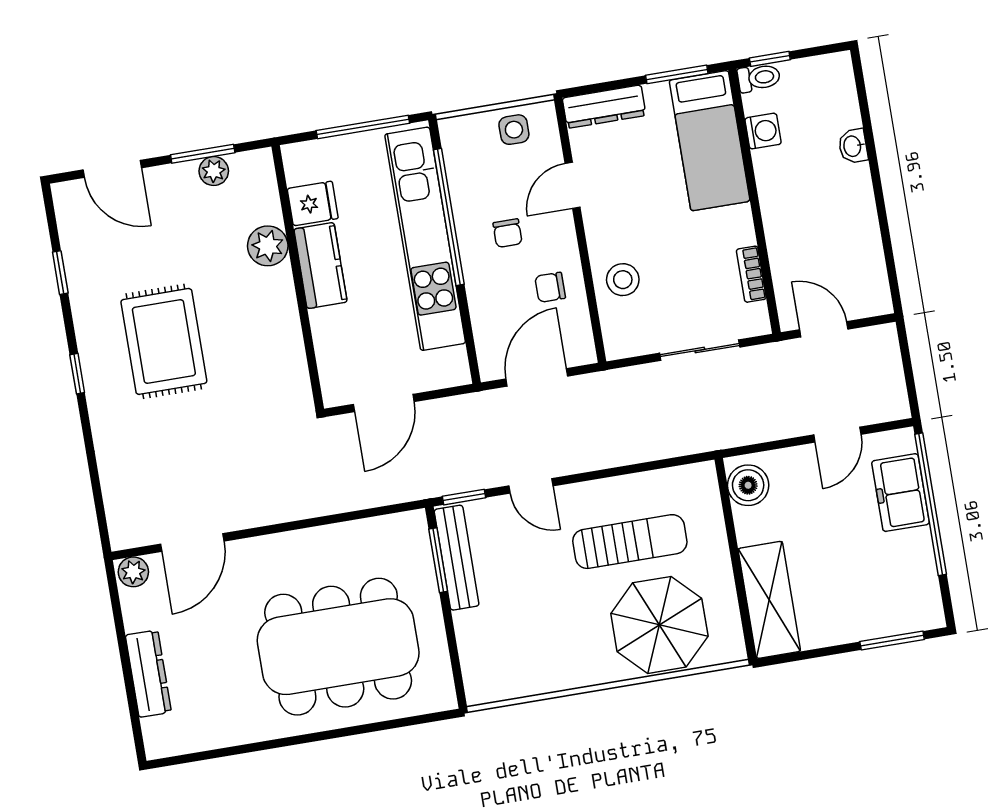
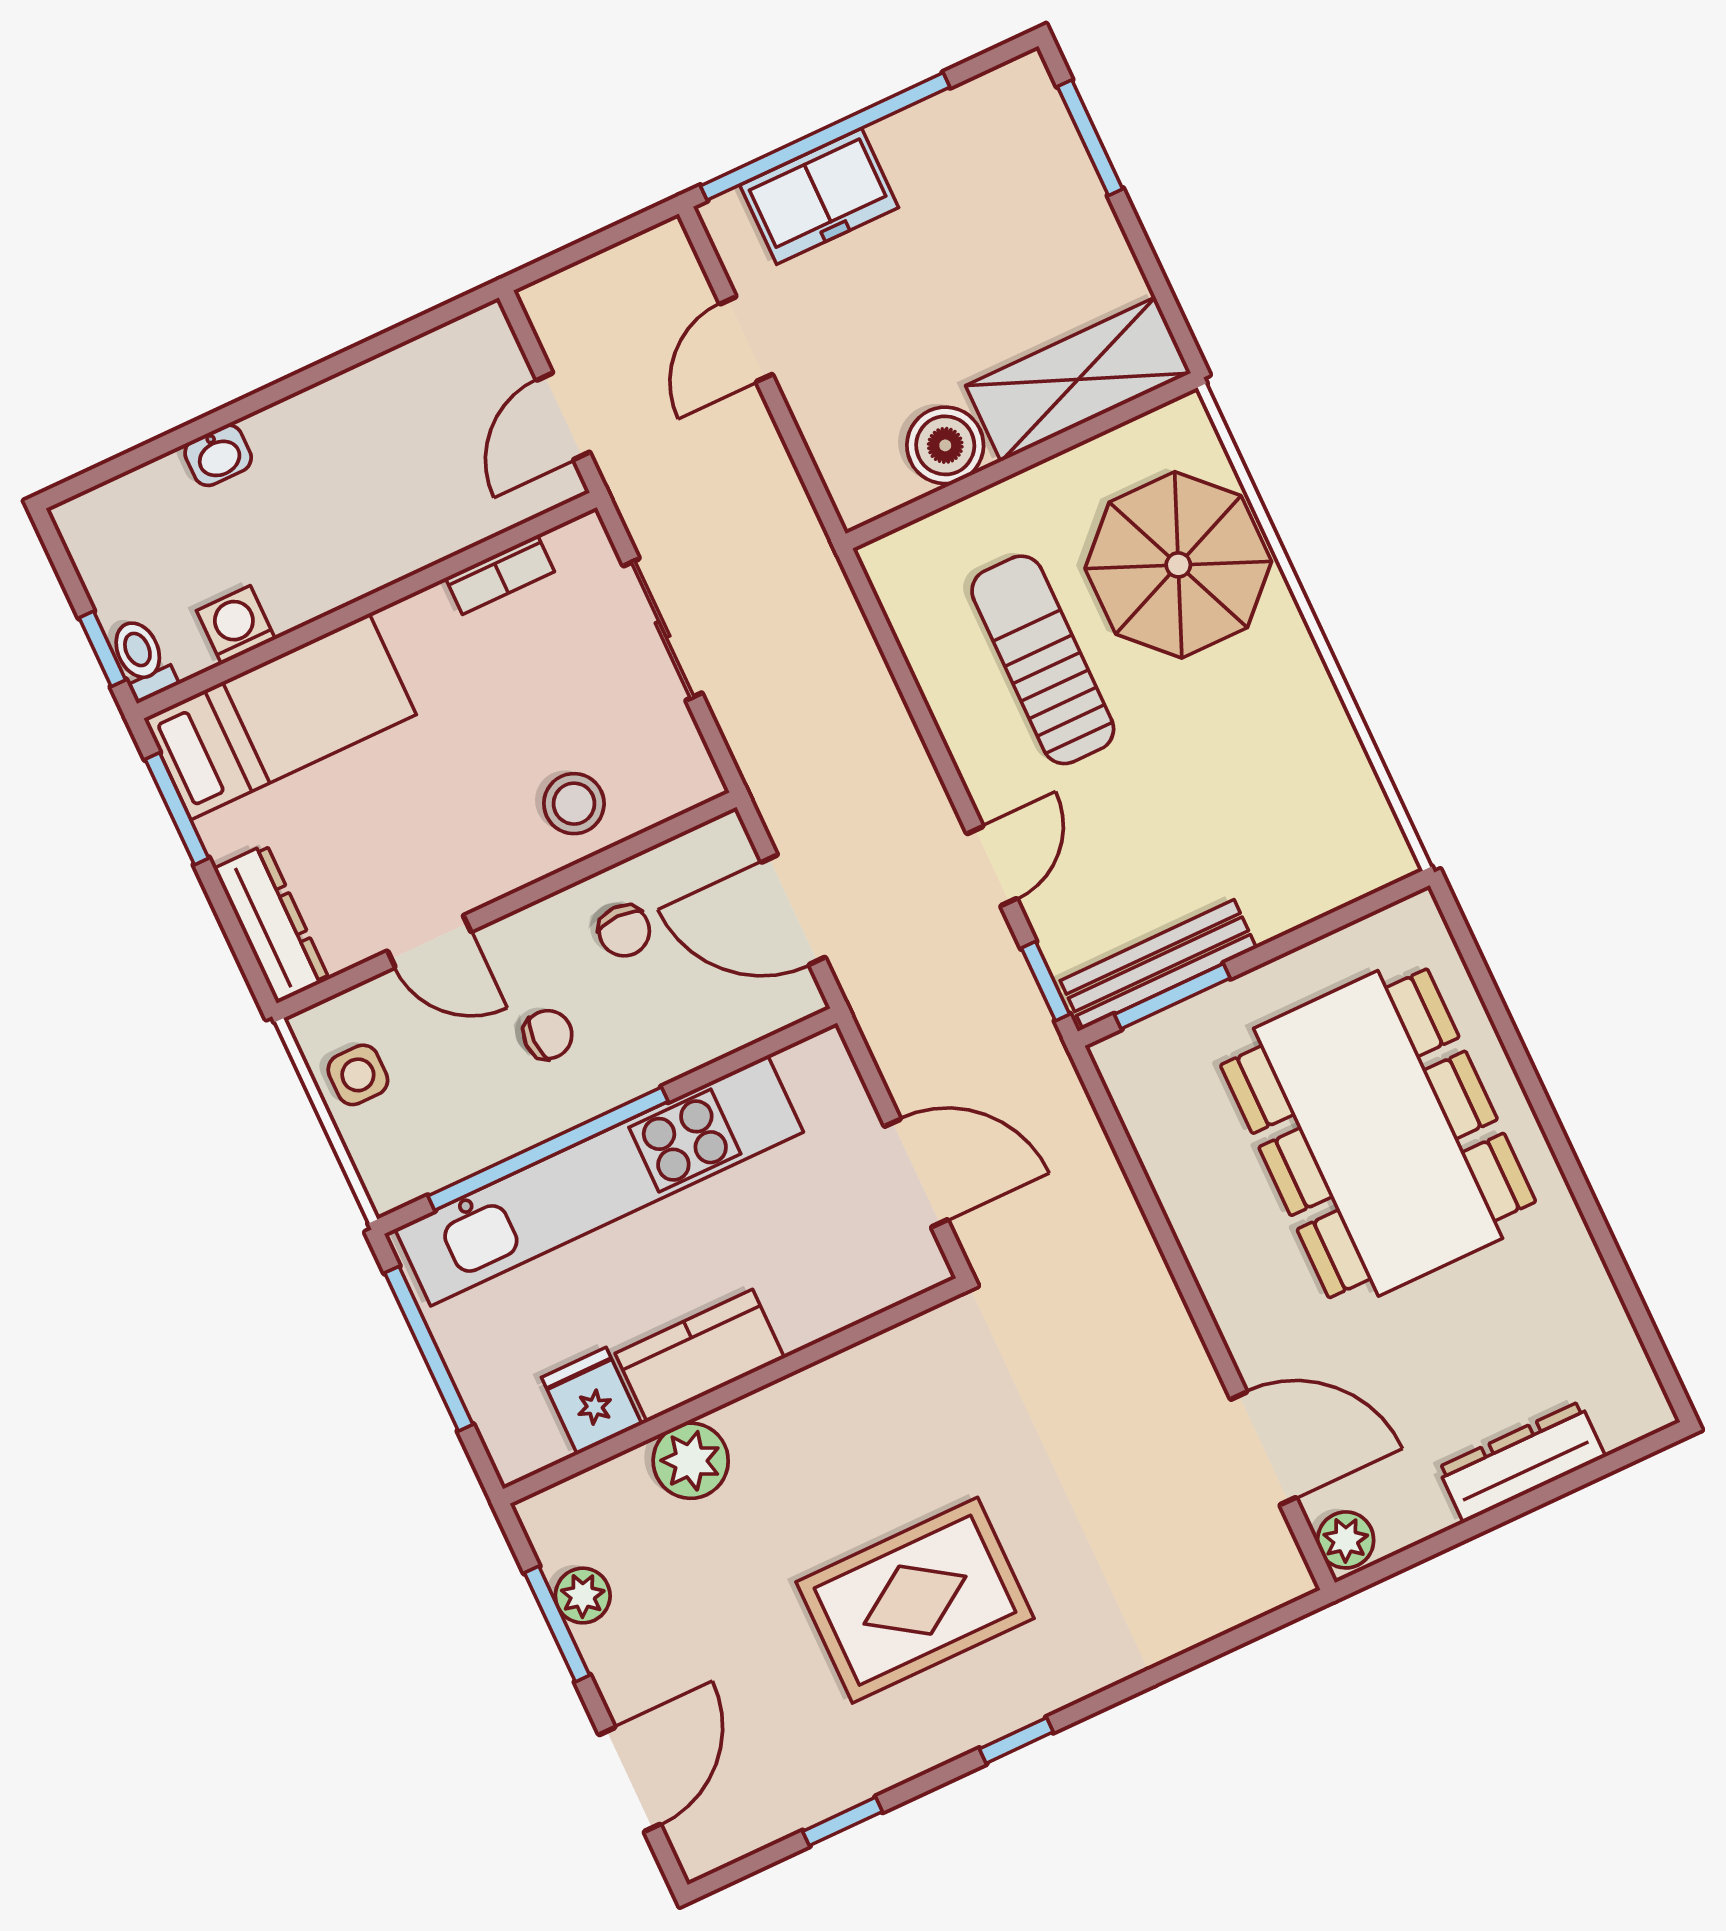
door: (837, 435) -> (746, 339), swing flipped
boiler: (748, 485) -> (945, 445), moved

